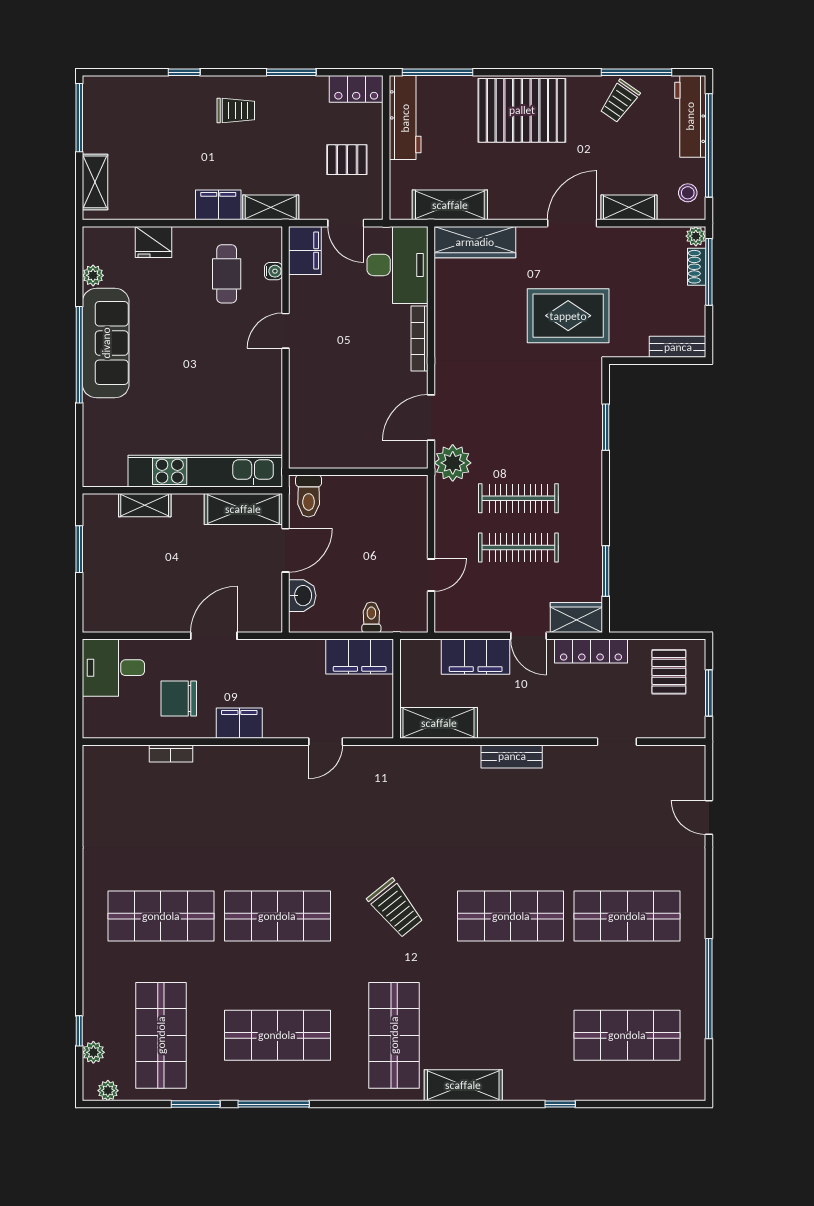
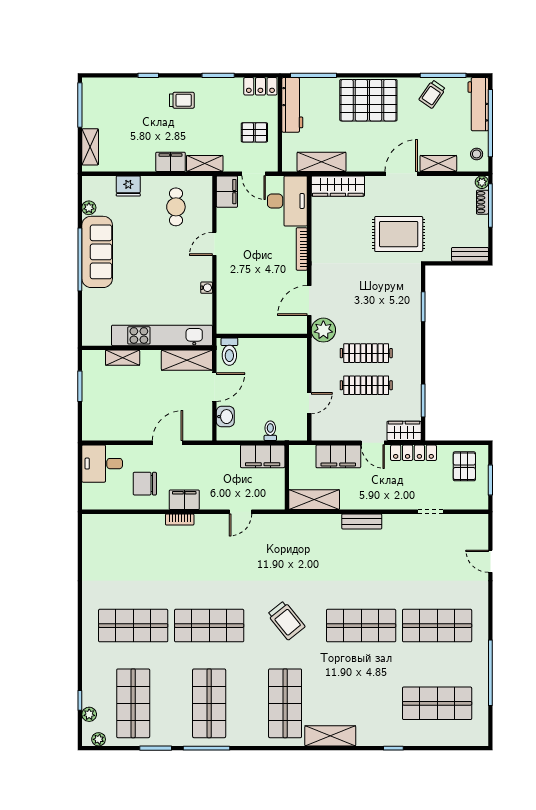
water cooler: (274, 271) -> (207, 288), moved
bookcase: (171, 753) -> (180, 520), moved
shop shelf: (277, 1035) -> (209, 703), turned 90

